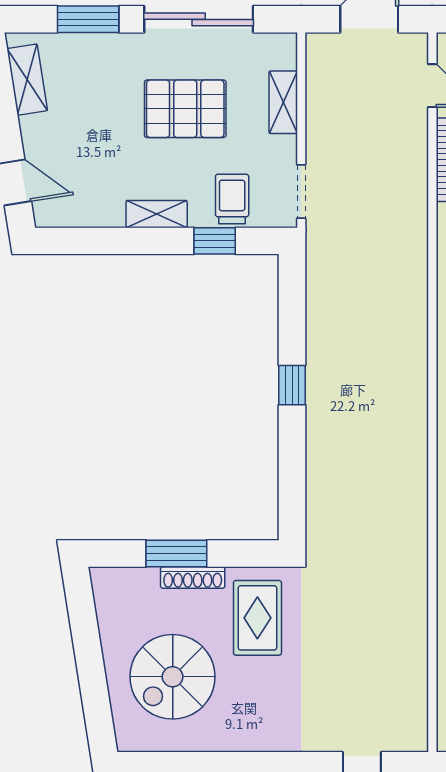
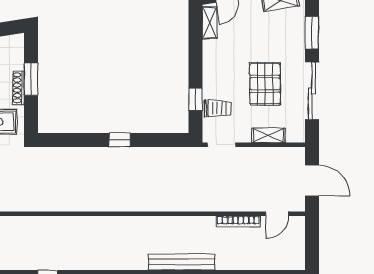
shelving: (157, 214) -> (210, 23), moved

